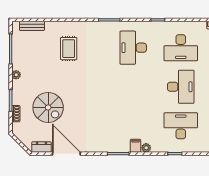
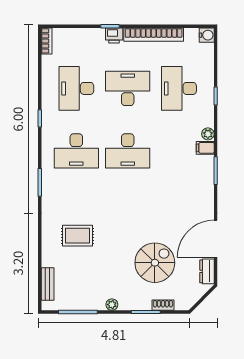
desk: (181, 48) -> (76, 88), turned 180
desk: (133, 87) -> (128, 151), added

